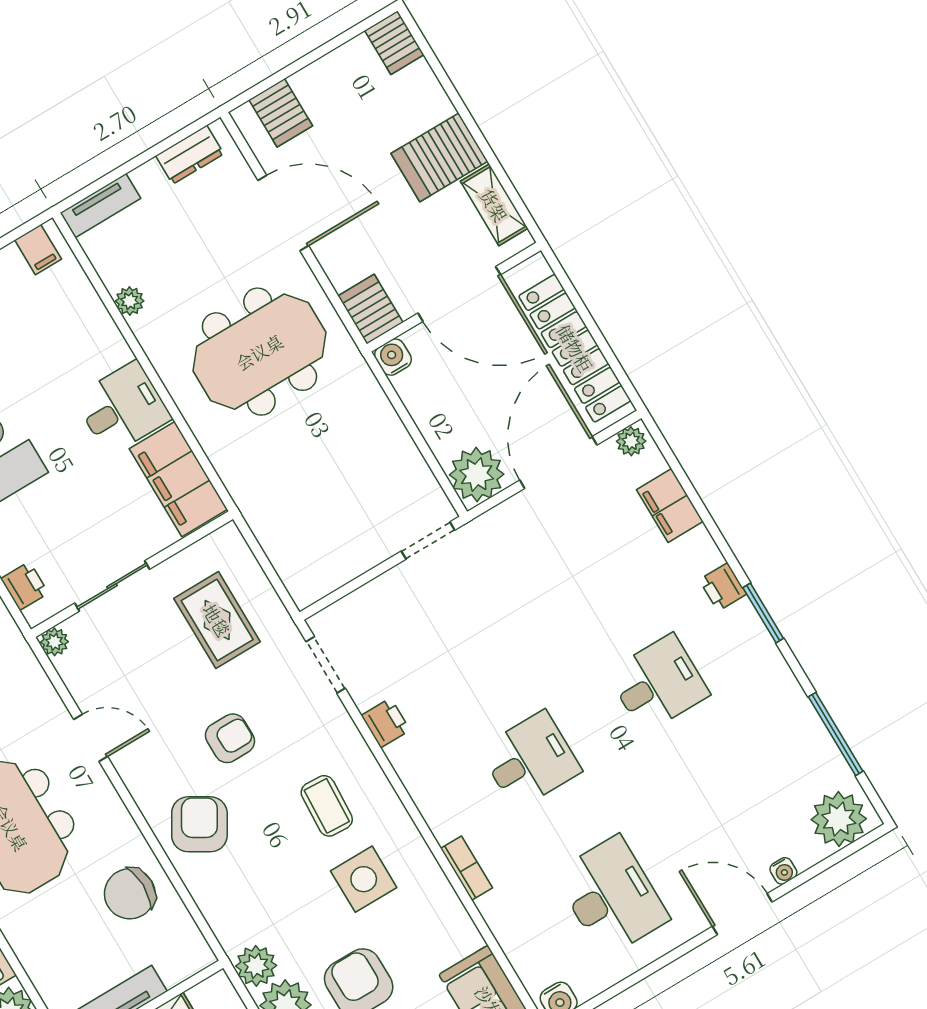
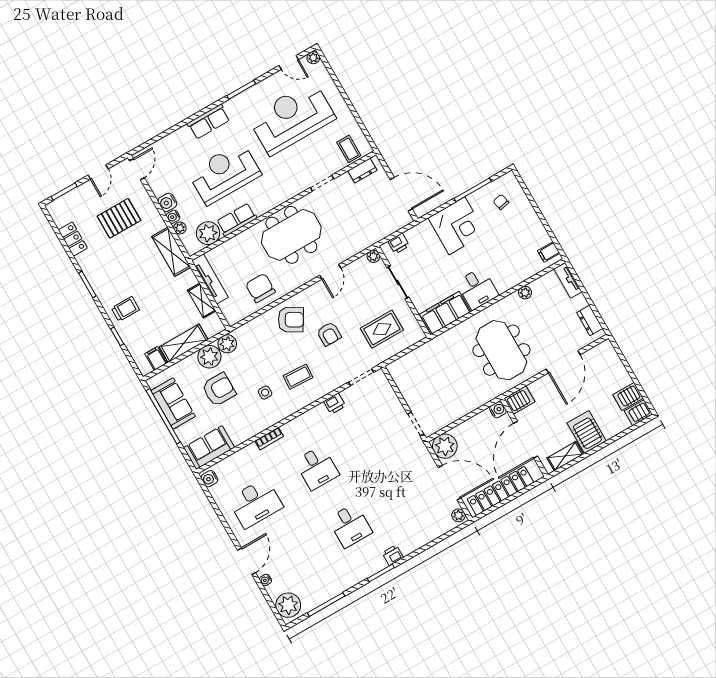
server rack: (281, 113) -> (628, 397), moved
filing cabinet: (670, 506) -> (429, 532), removed
side table: (364, 879) -> (265, 393), width x0.54, depth x0.54

